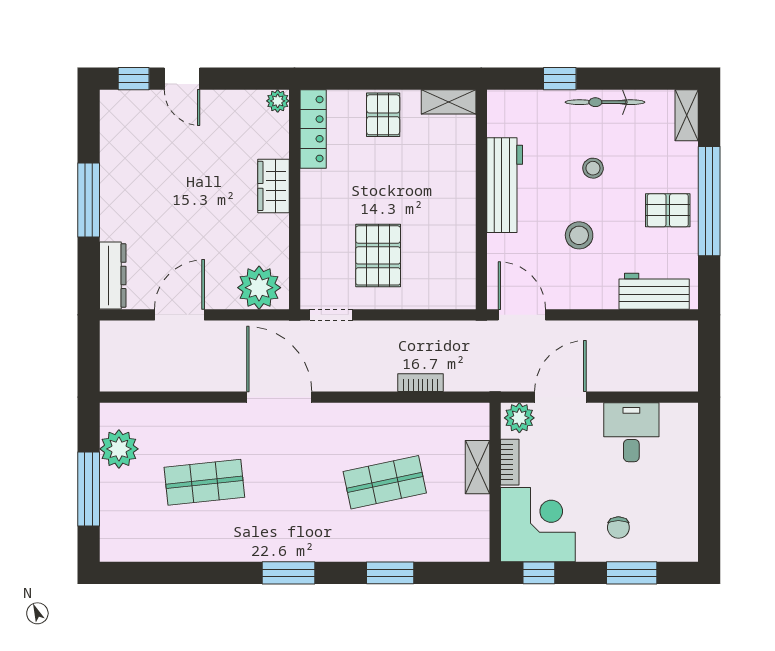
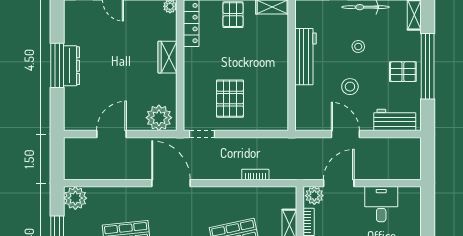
dresser: (113, 275) -> (72, 66), moved
door: (522, 315) -> (345, 134), moved
plant: (119, 449) -> (75, 198), moved

